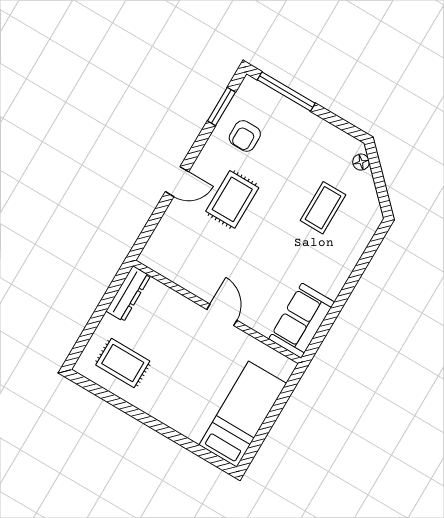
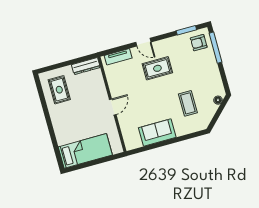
armchair: (245, 136) -> (199, 43), moved
coffee table: (323, 208) -> (188, 103), turned 90
tv unit: (161, 237) -> (118, 57), added
sofa: (302, 321) -> (157, 133), moved

